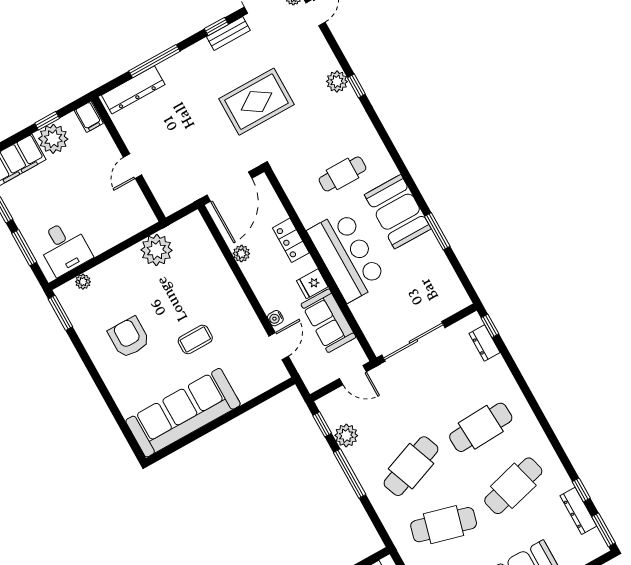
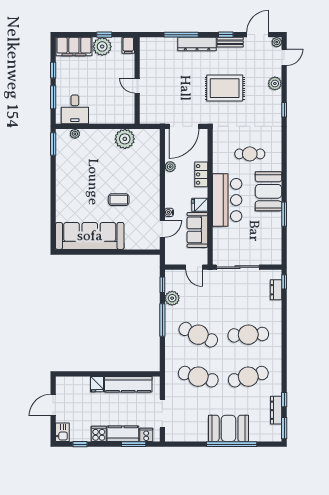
plant: (337, 81) -> (275, 83), moved
dresser: (133, 90) -> (197, 44), moved
door: (133, 166) -> (137, 86), hinge flipped
armchair: (129, 337) -> (83, 178), removed
cafe table: (411, 466) -> (198, 335), turned 45

